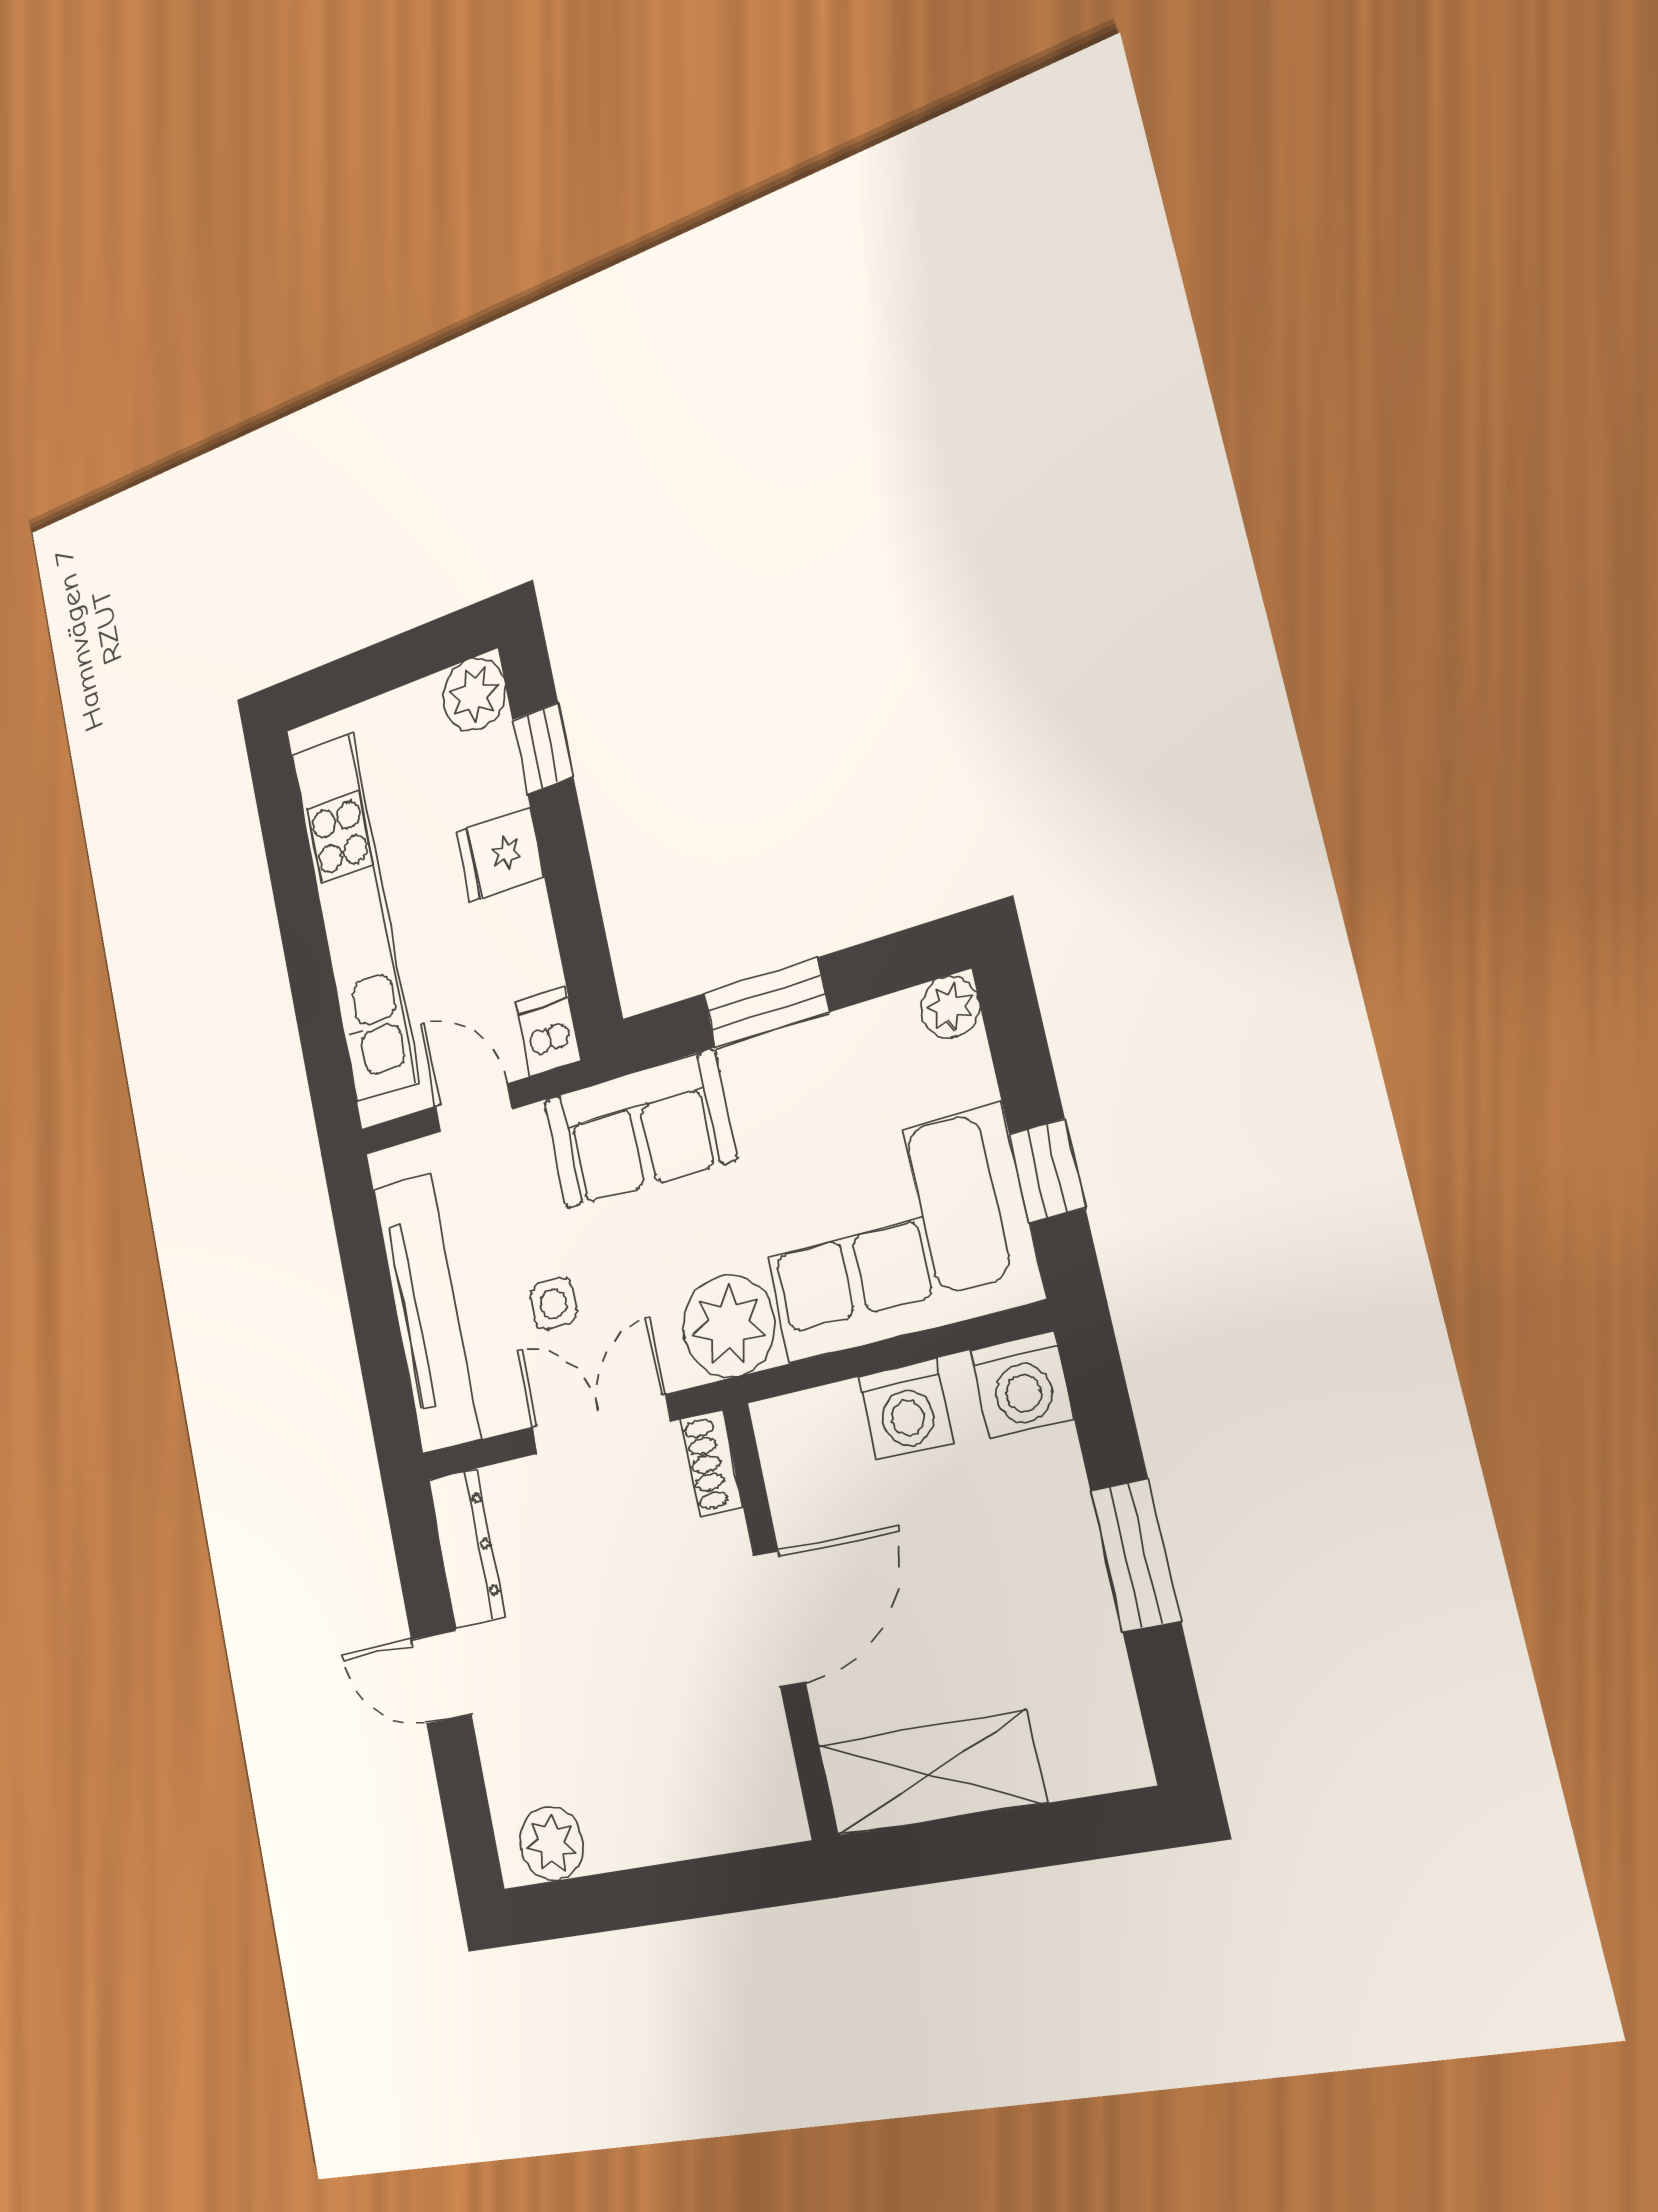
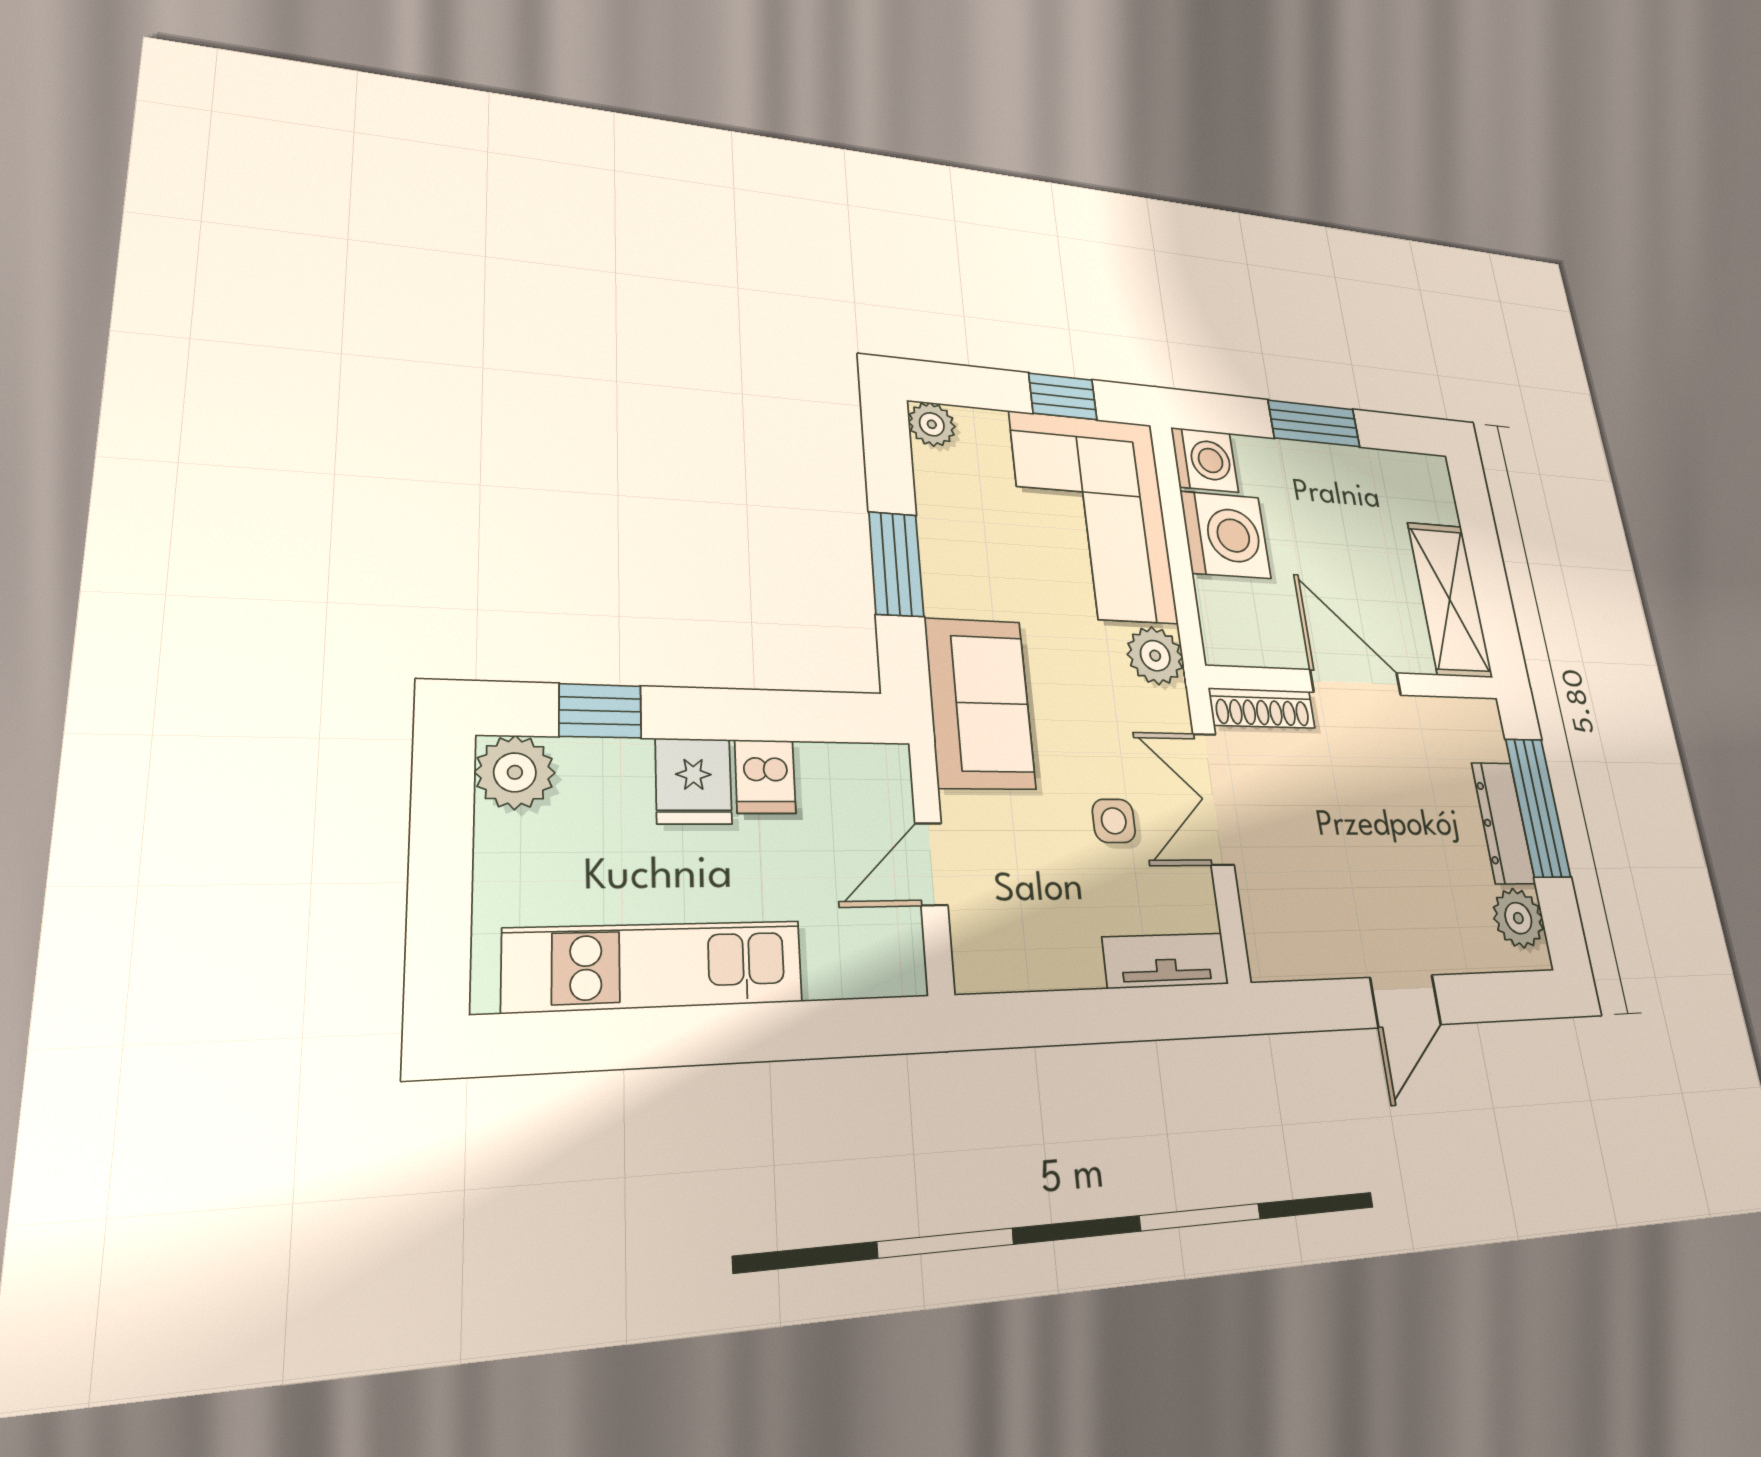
kitchen unit: (355, 917) -> (656, 966), width x0.73
dishwasher: (548, 1031) -> (765, 777), moved, turned -90
tv unit: (426, 1313) -> (1166, 961), width x0.52, depth x0.78
plant: (729, 1326) -> (1155, 656), width x0.73, depth x0.73
washing machine: (906, 1410) -> (1225, 535), width x1.37, depth x1.37
shoe rack: (712, 1463) -> (1262, 708), width x1.43
dresser: (466, 1548) -> (1503, 823), moved, turned -90
window: (686, 1890) -> (1538, 807), added

